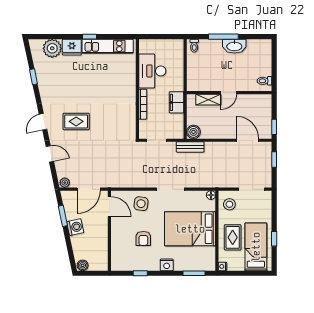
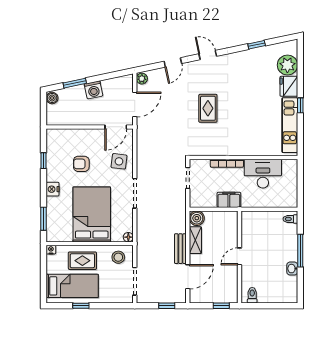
washbasin: (234, 46) -> (292, 269), width x0.52, depth x0.69
door: (229, 93) -> (239, 256), hinge flipped
shelving: (208, 100) -> (195, 240), moved
rug: (76, 121) -> (208, 108), moved
window: (274, 127) -> (221, 306), moved
bench: (190, 147) -> (180, 249), moved
door: (89, 189) -> (135, 105), swing flipped
window: (63, 216) -> (75, 83), moved

